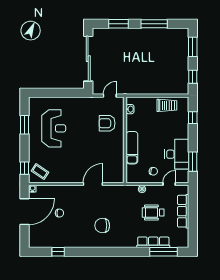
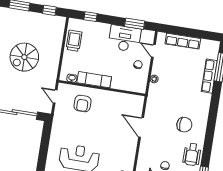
spiral stairs: (143, 60) -> (24, 57), added
exam couch: (132, 148) -> (94, 80), moved
wheelchair: (153, 213) -> (192, 154), moved
chair: (102, 226) -> (184, 125), turned -90

